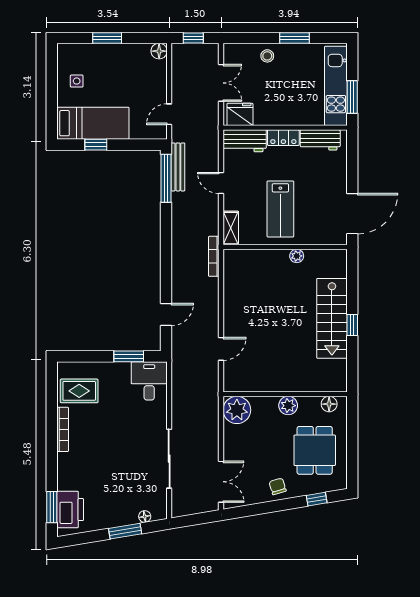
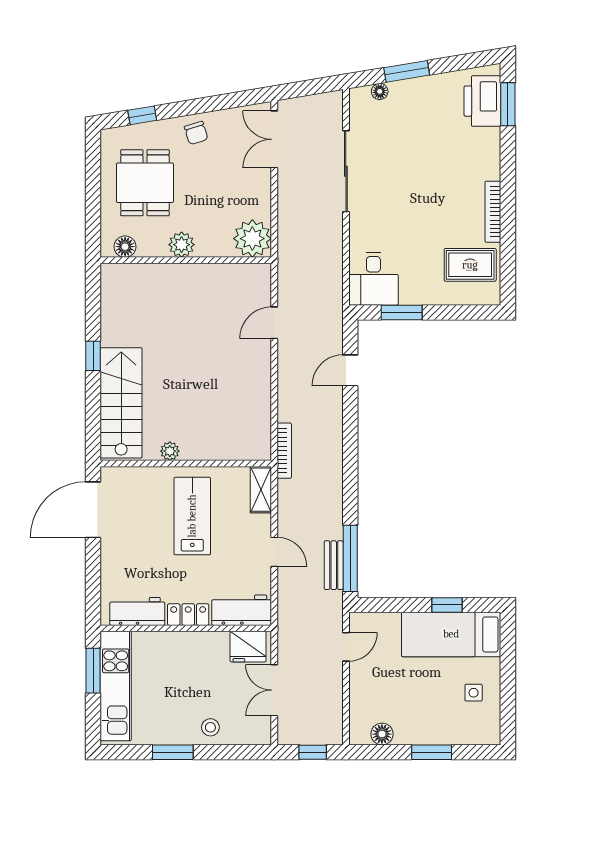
floor lamp: (159, 51) -> (382, 734), moved
bench: (178, 167) -> (334, 565), width x0.73
stairs: (332, 318) -> (121, 403), moved

